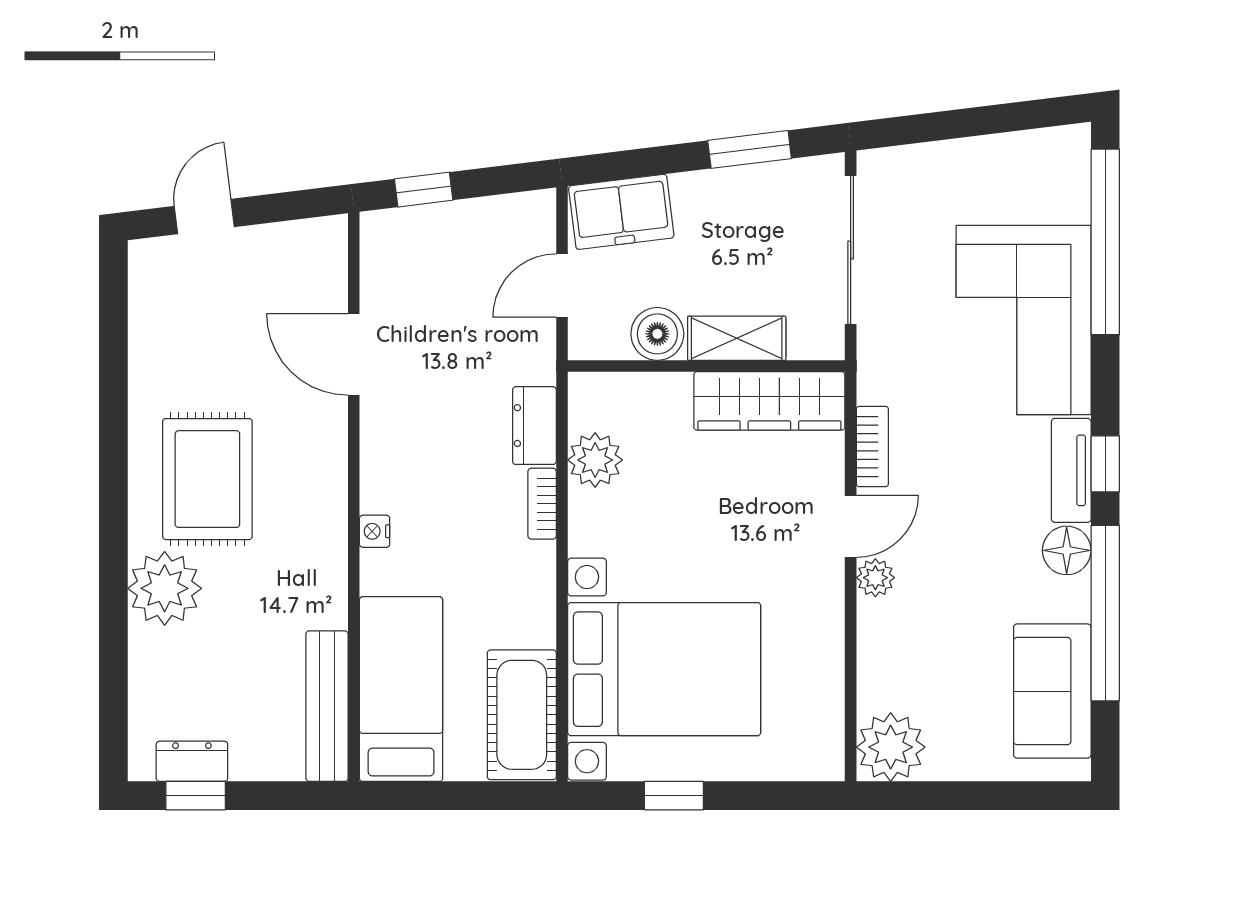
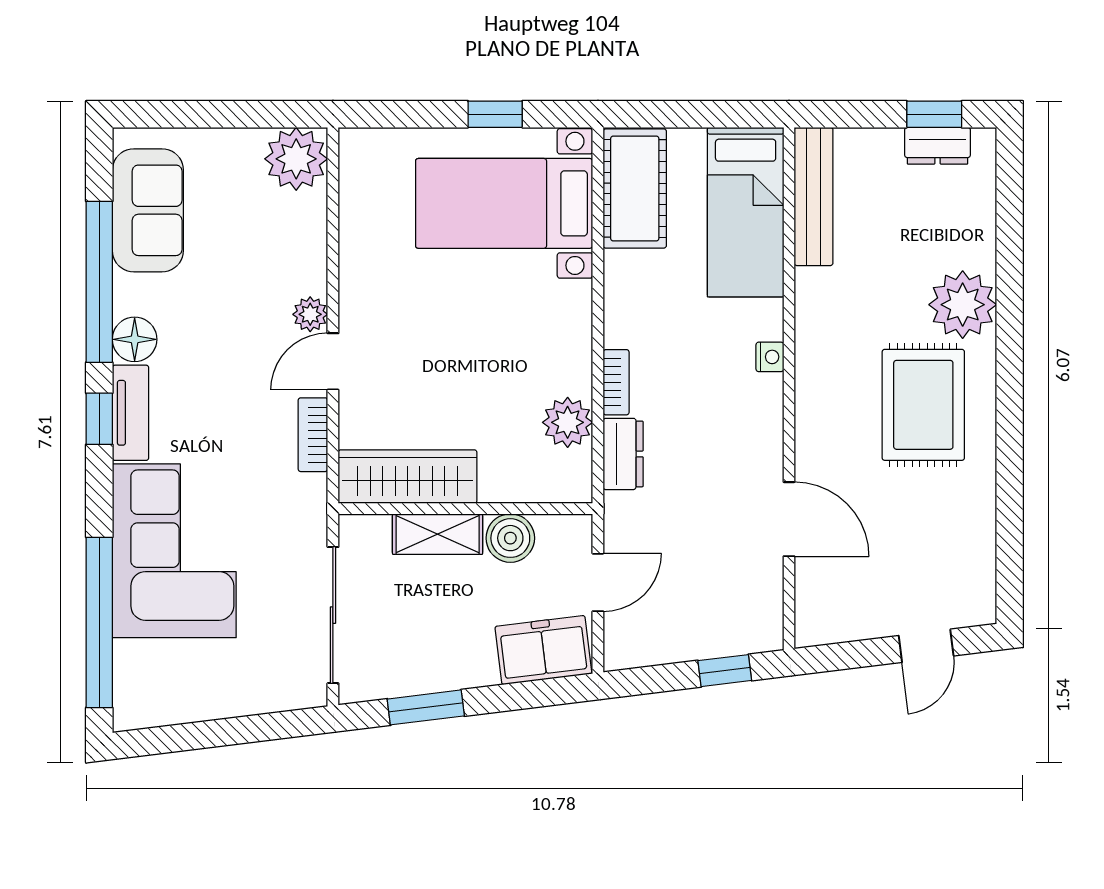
bed with nightstands: (664, 669) -> (504, 203), width x0.73

